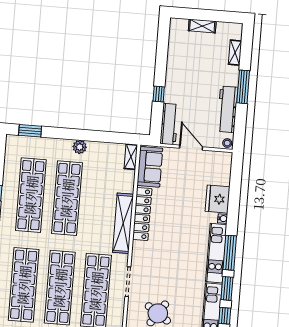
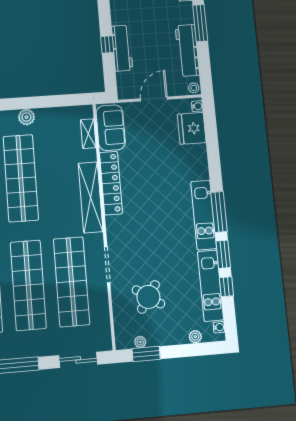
workbench: (169, 124) -> (122, 48), moved
door: (191, 148) -> (154, 99), hinge flipped
shelving: (131, 157) -> (88, 134), moved
fridge: (218, 199) -> (192, 128), moved
water cooler: (223, 219) -> (197, 106), moved

